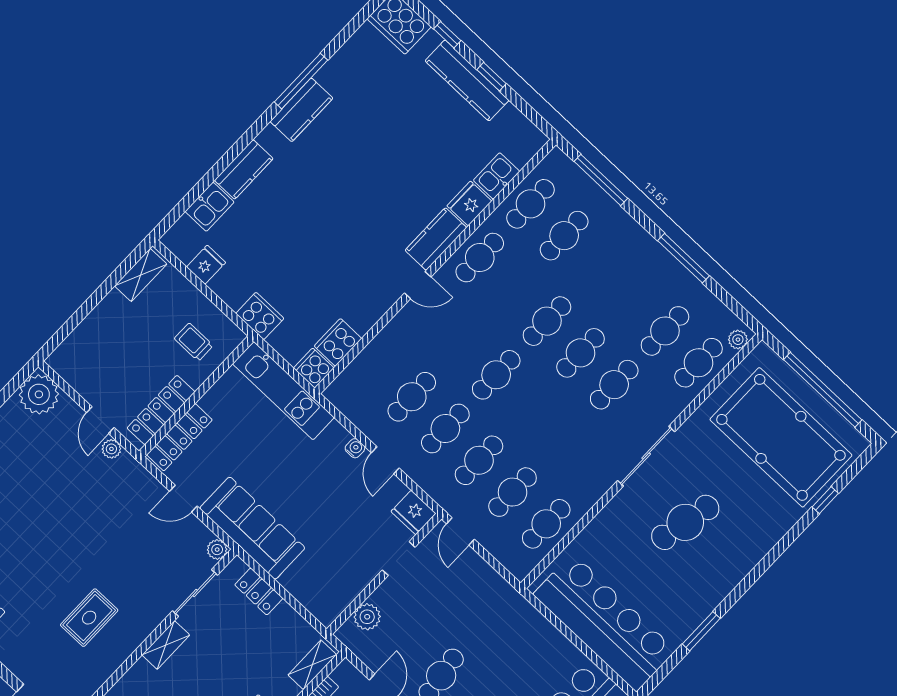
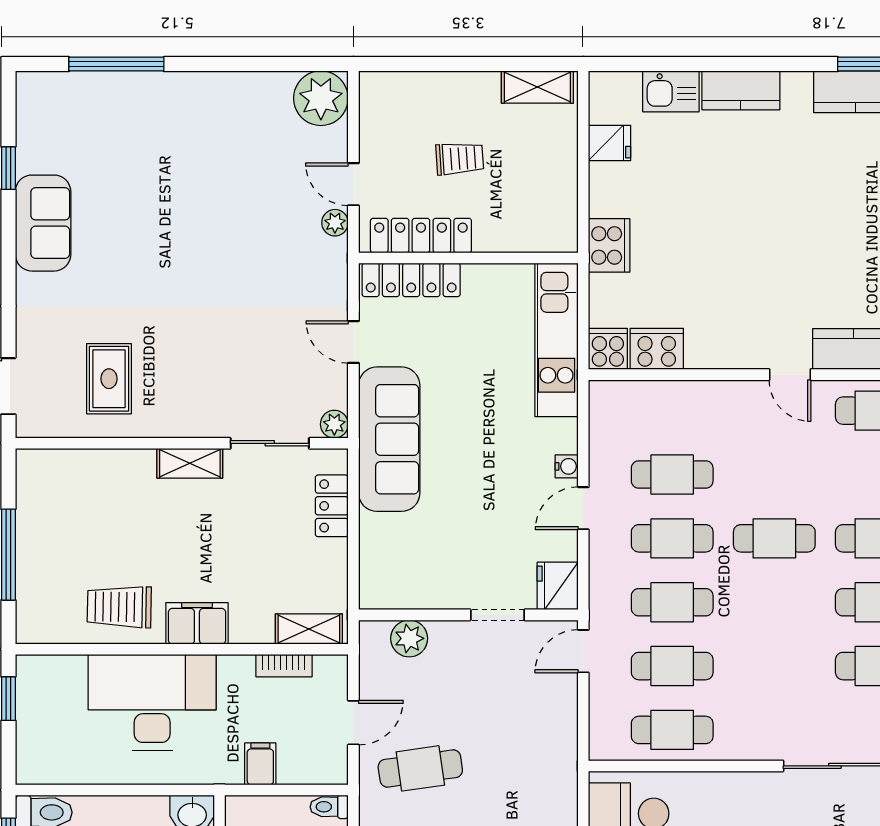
trolley: (194, 342) -> (460, 159), moved, turned 86
door: (100, 420) -> (353, 184), hinge flipped
rug: (89, 618) -> (109, 379), moved, turned 90

